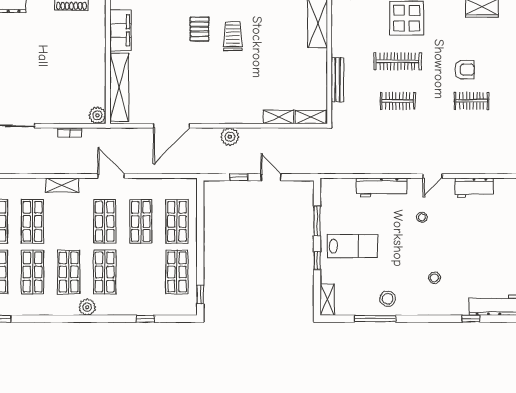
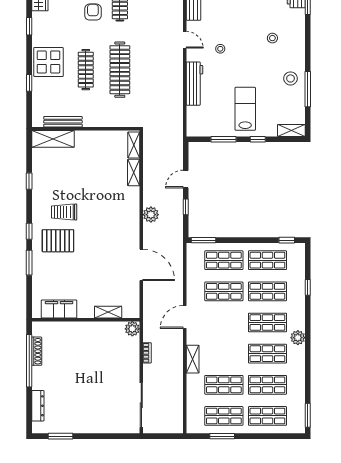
pallet: (200, 29) -> (58, 241), width x1.50, depth x1.42
bench: (337, 80) -> (63, 122), moved
shelving: (119, 87) -> (108, 312), width x0.45, depth x0.75
clothes rail: (398, 101) -> (120, 70), width x1.86, depth x1.31
window: (200, 198) -> (204, 240), added
shop shelf: (105, 221) -> (267, 291), moved

